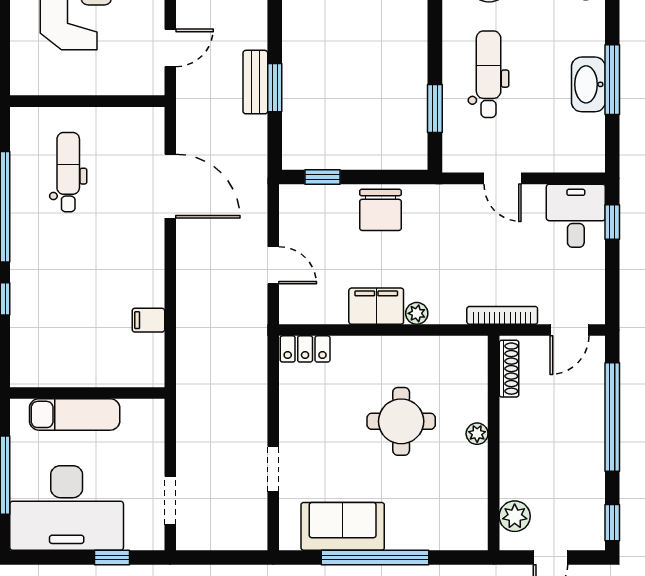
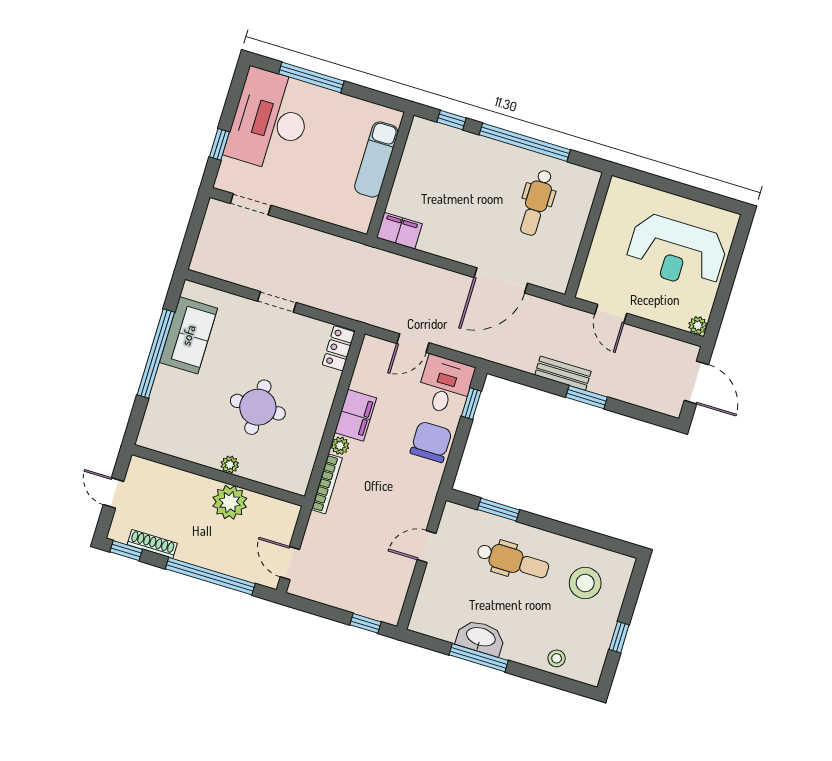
window: (275, 88) -> (586, 397), moved
dental chair: (68, 172) -> (537, 203), turned 90
chair: (380, 210) -> (431, 442), turned 90
desk: (576, 216) -> (445, 385), moved, turned -90
bookcase: (502, 315) -> (327, 484), moved
filing cabinet: (148, 320) -> (399, 231), width x2.00
shoe rack: (509, 369) -> (152, 544), moved, turned 180
wall: (87, 393) -> (390, 175), moved
exam couch: (75, 414) -> (376, 159), moved
doorway: (273, 469) -> (277, 302), moved
plant: (515, 516) -> (230, 502), moved, width x1.36, depth x1.36

